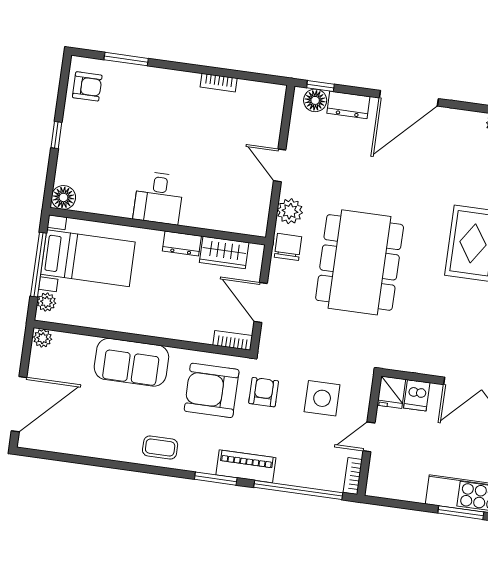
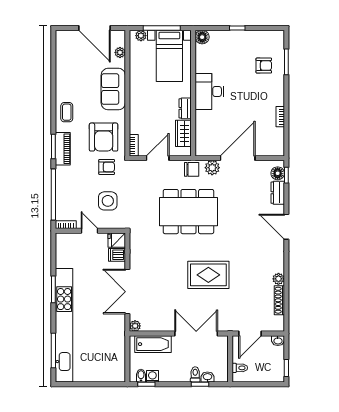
armchair: (87, 86) -> (264, 66), moved, turned -90
door: (409, 98) -> (286, 227), width x0.73
door: (280, 165) -> (238, 158), width x1.87
desk: (159, 198) -> (209, 91), width x1.37
plant: (43, 338) -> (120, 52), moved
armchair: (212, 390) -> (104, 137), turned 180
door: (19, 404) -> (95, 28), moved
piano: (246, 466) -> (63, 149), moved

